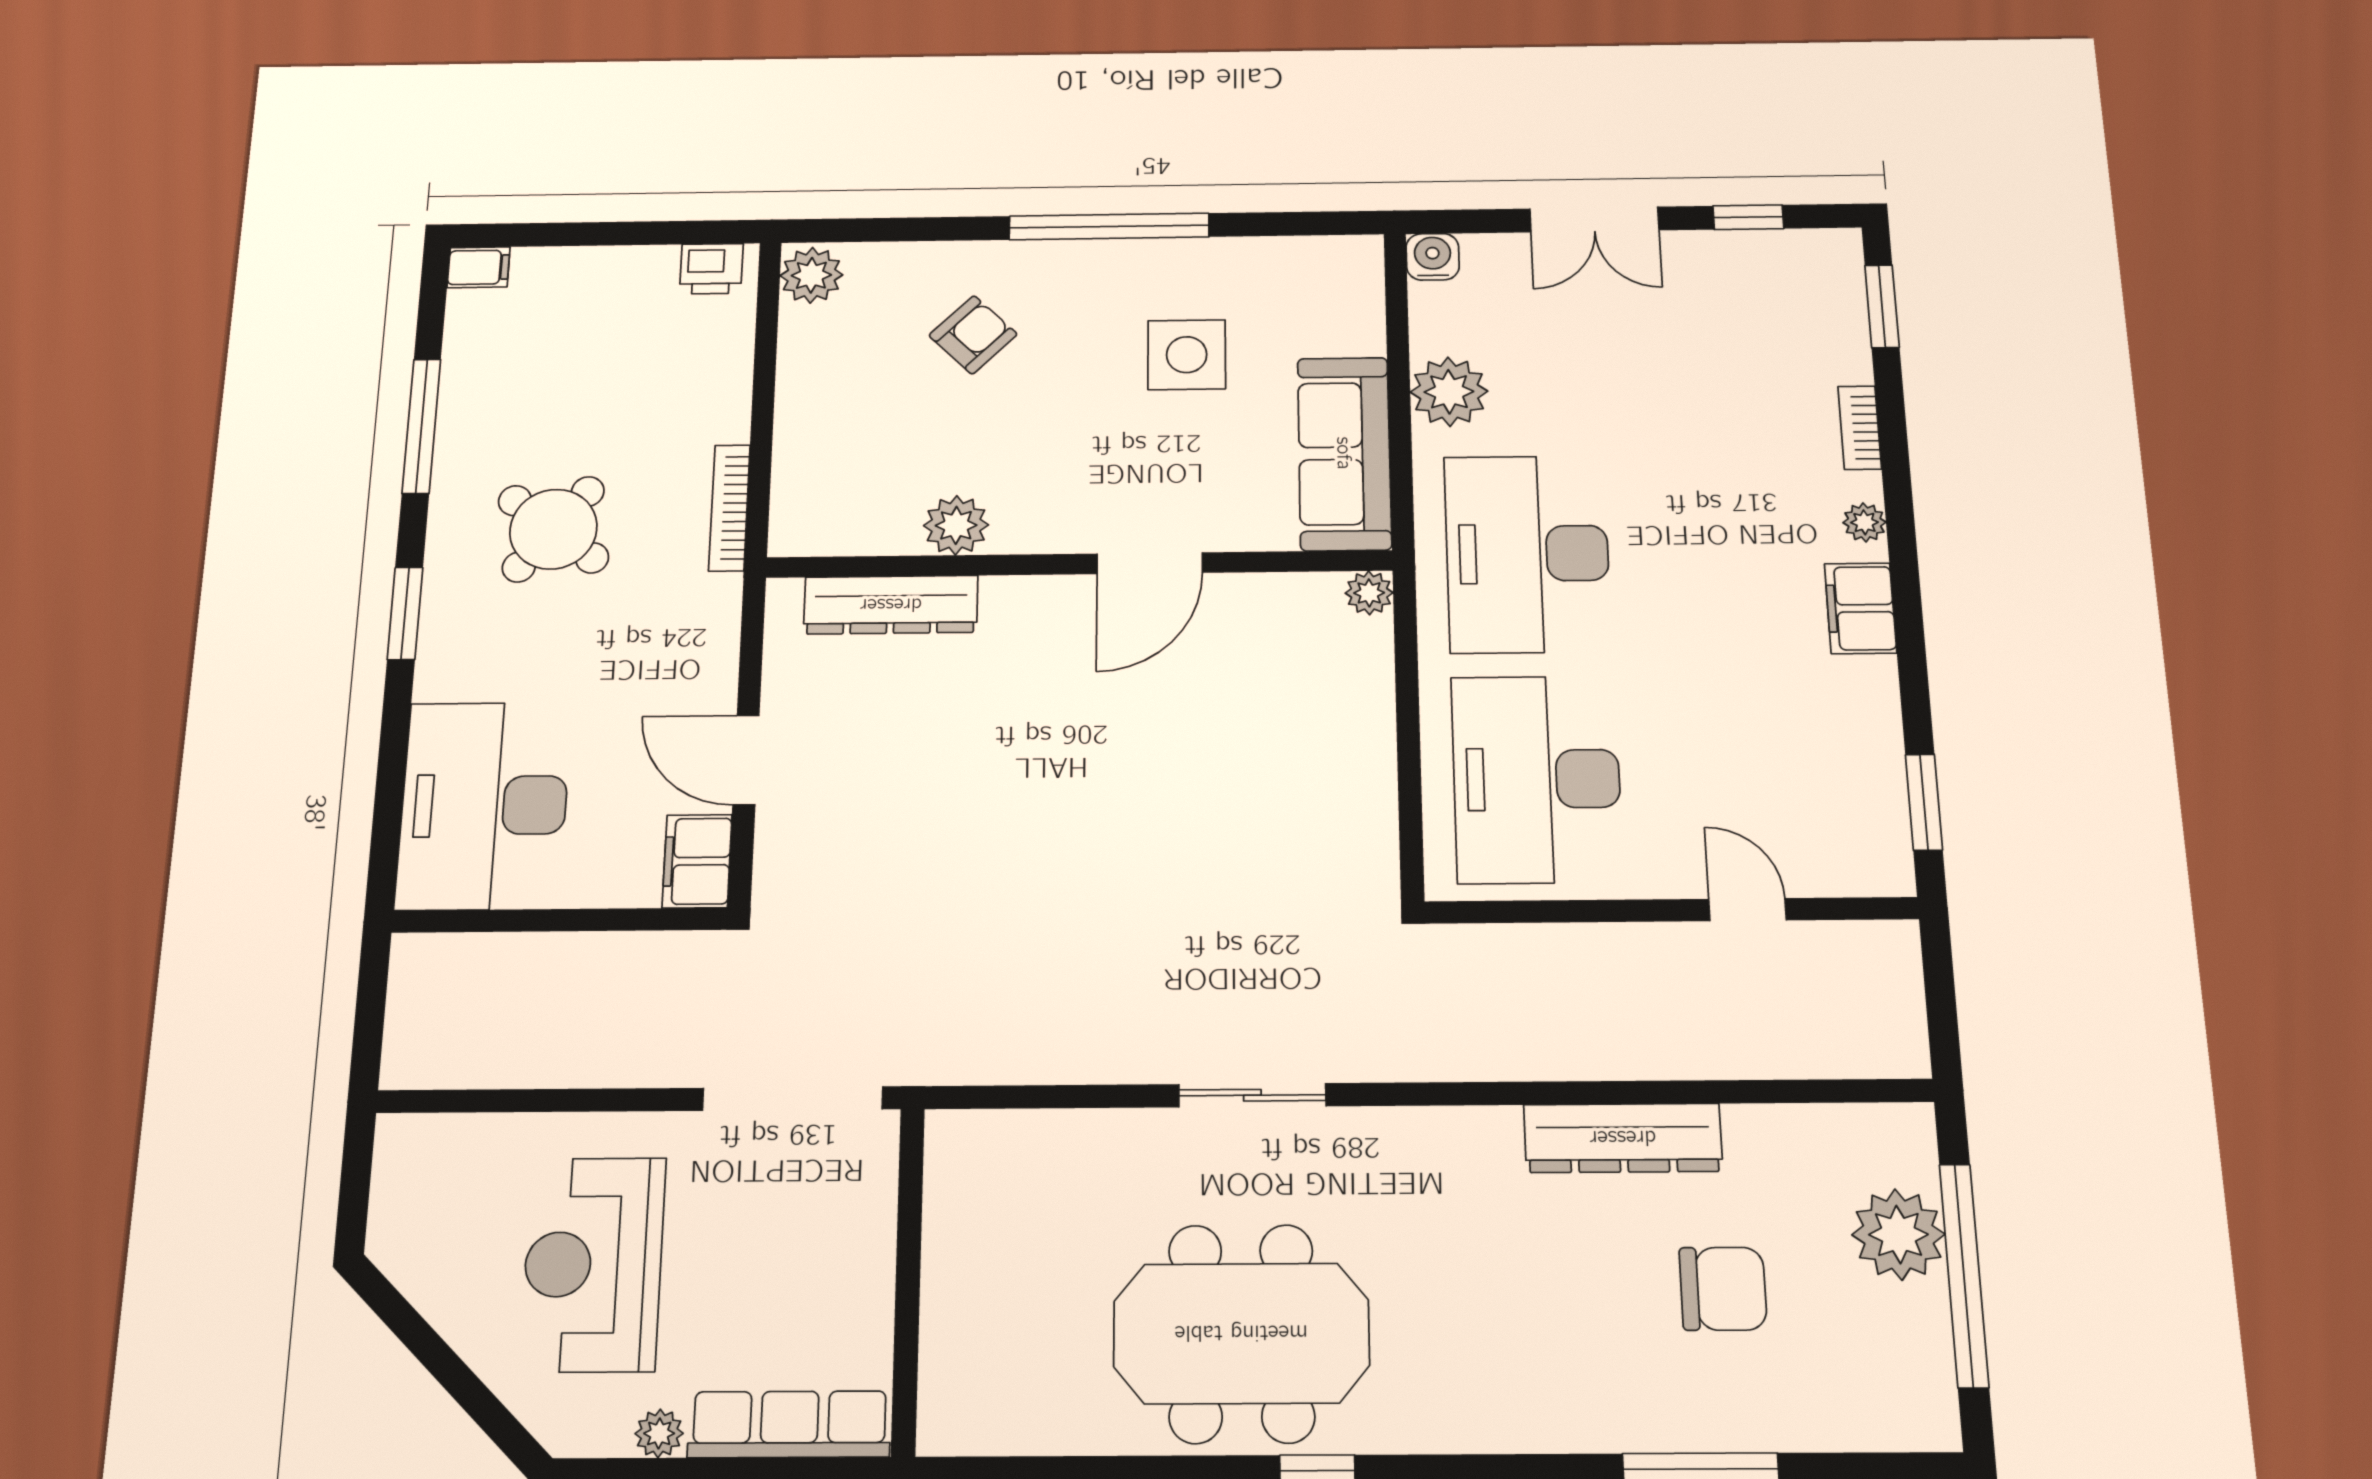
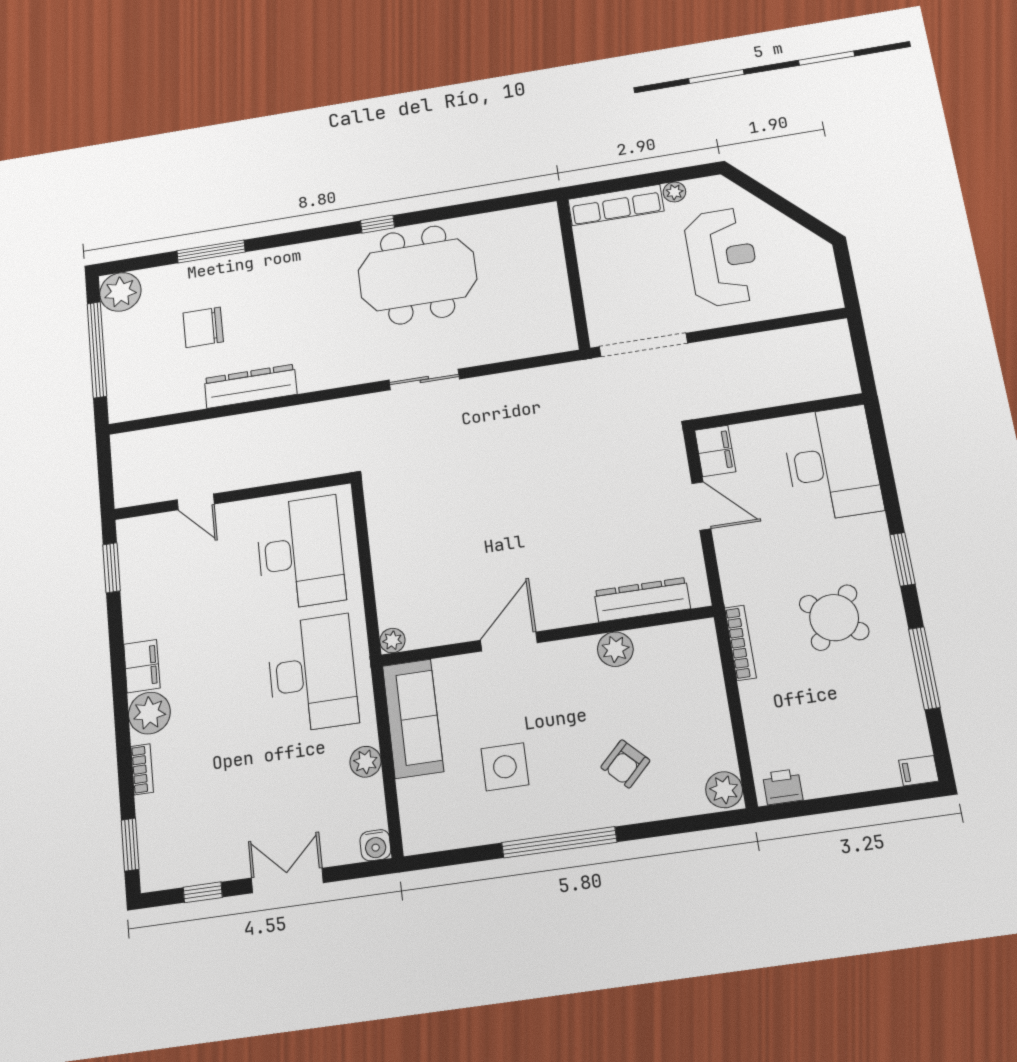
plant: (1449, 392) -> (366, 762), width x0.73, depth x0.73
plant: (1864, 522) -> (149, 713), width x1.87, depth x1.87
plant: (1898, 1234) -> (120, 292), moved

